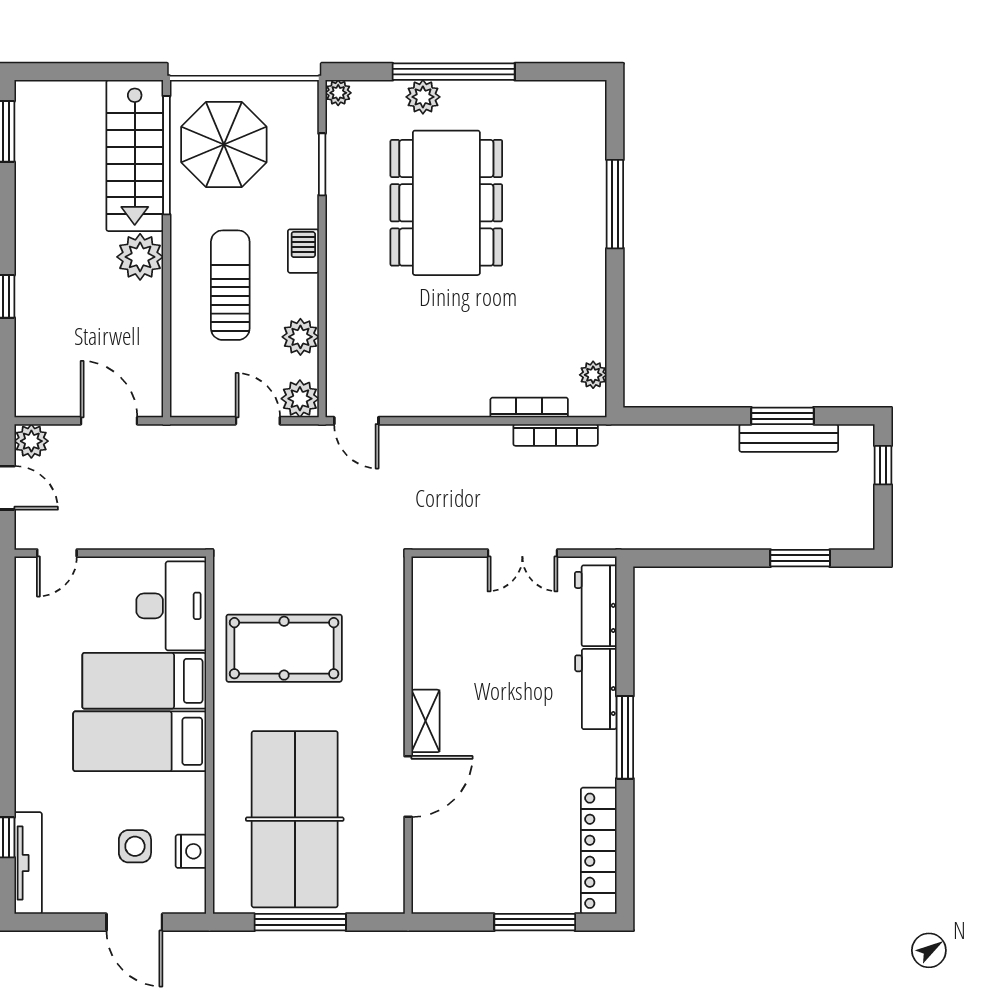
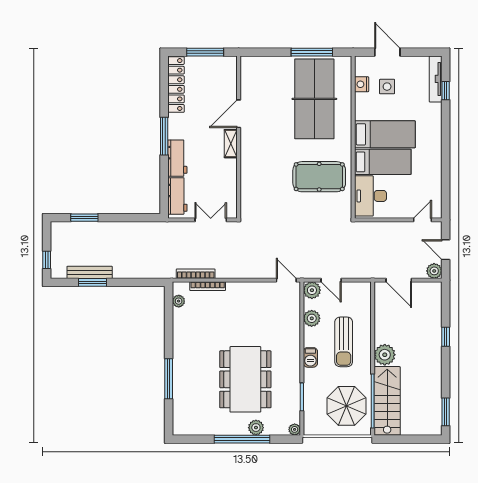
shelving: (425, 721) -> (231, 144), moved
wall: (408, 735) -> (239, 137), moved
door: (408, 787) -> (239, 114), moved

